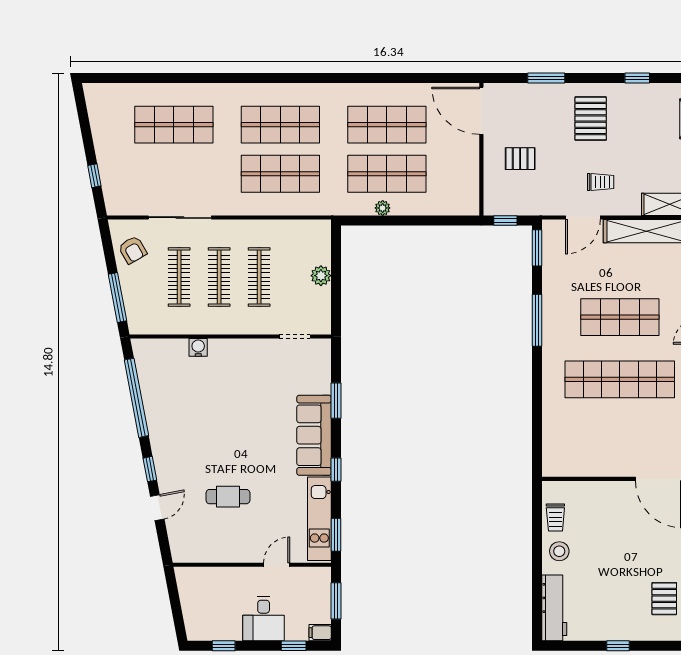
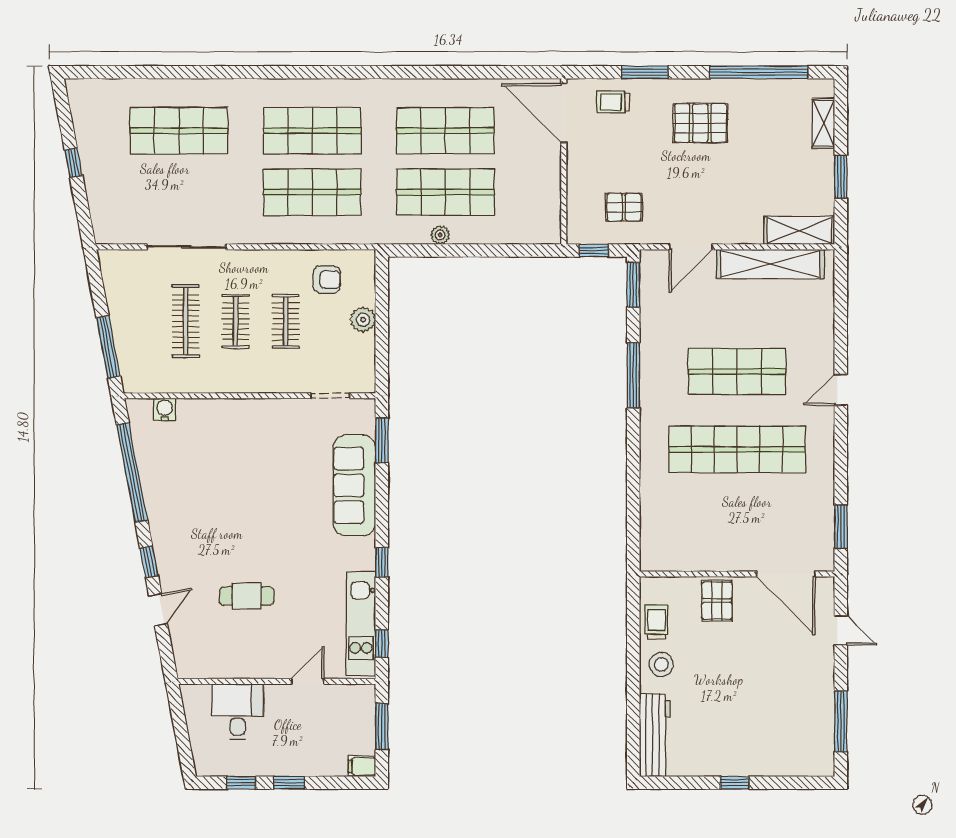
window: (637, 78) -> (759, 72), width x3.17
pallet: (591, 119) -> (700, 123), turned 90
pallet: (520, 159) -> (624, 207), moved
window: (94, 176) -> (73, 163), moved
trolley: (601, 182) -> (613, 102), moved, turned 180
armchair: (133, 250) -> (327, 280), moved, turned -60
clothes rail: (219, 277) -> (236, 321), width x0.73
clothes rail: (259, 277) -> (286, 321), width x0.73
water cooler: (198, 347) -> (165, 409), moved
window: (336, 401) -> (382, 440), moved
sofa: (314, 435) -> (354, 485), moved
trolley: (555, 517) -> (656, 622), turned 180
window: (336, 535) -> (382, 644), width x0.67
pallet: (664, 599) -> (717, 601), moved
desk: (264, 619) -> (238, 712), moved, turned 180
window: (294, 646) -> (289, 783), moved

